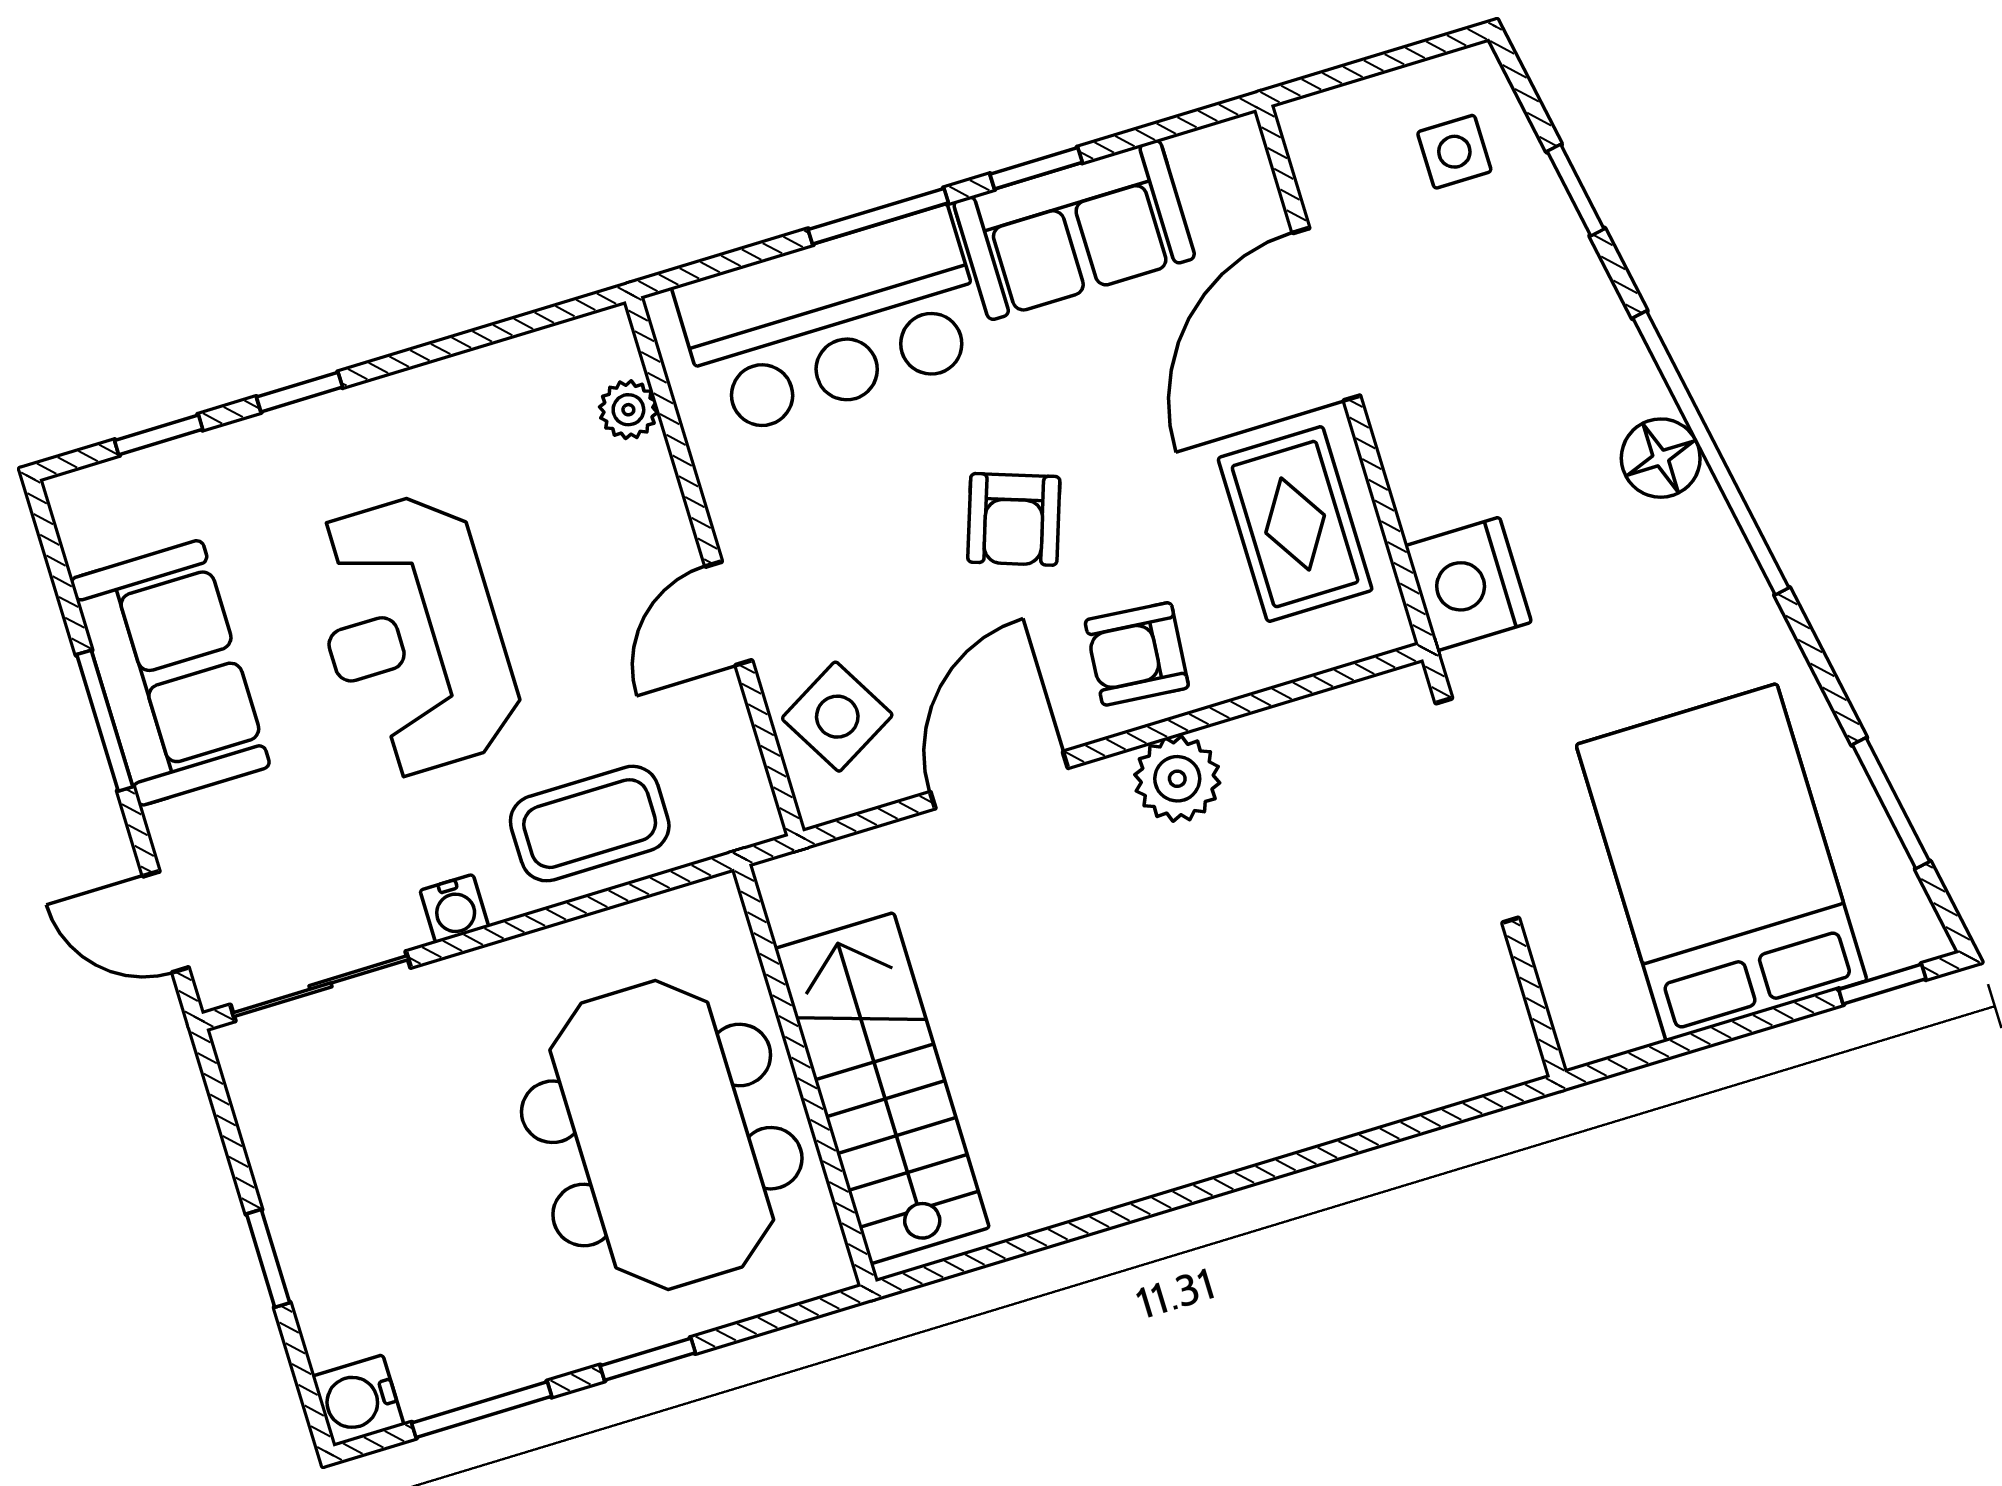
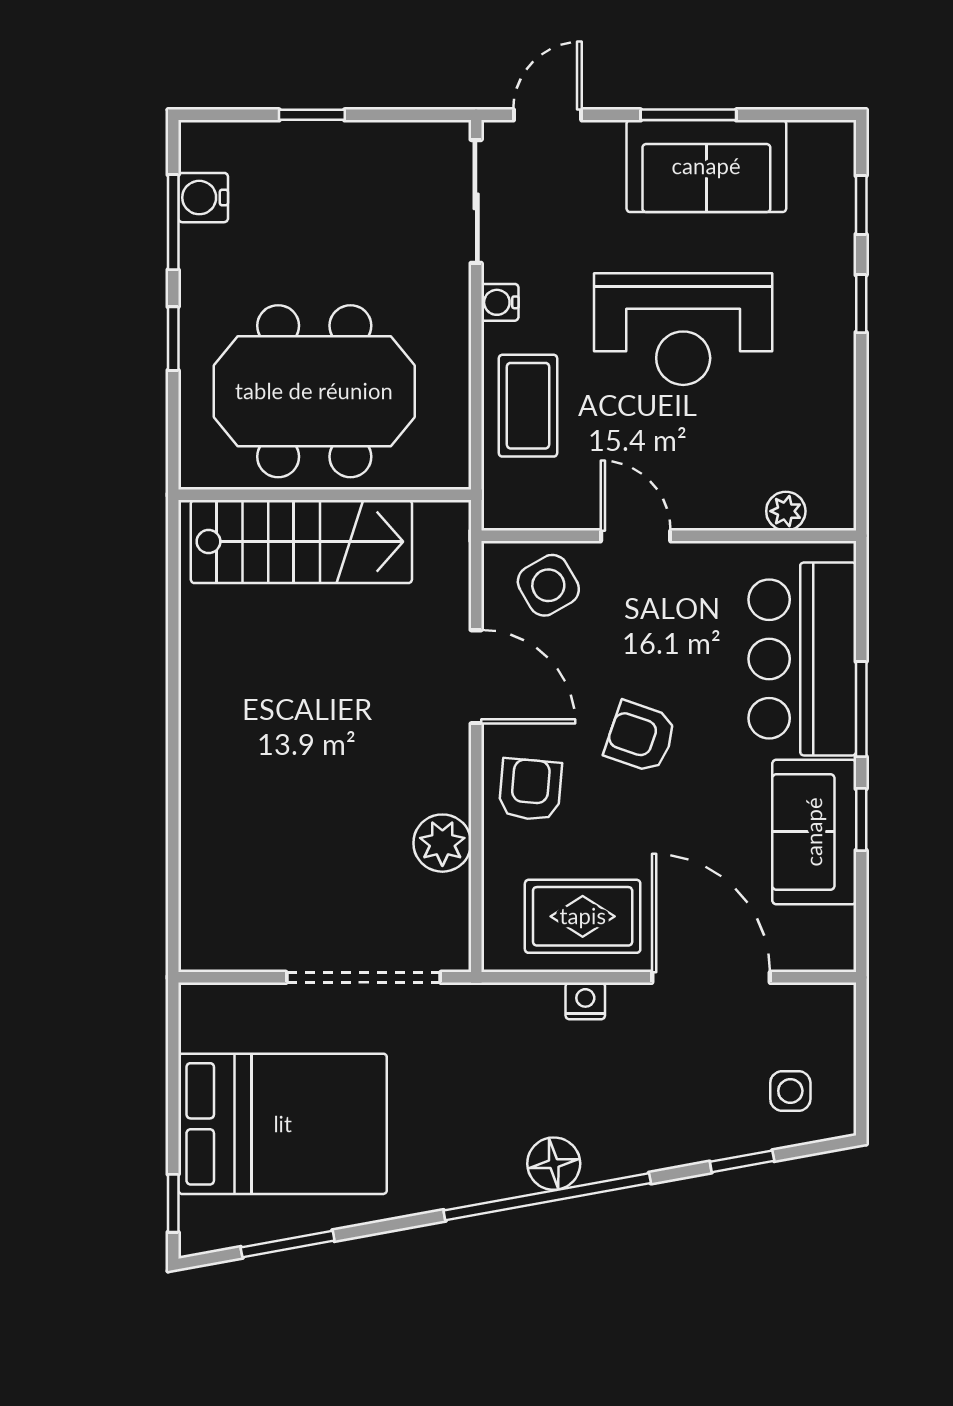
nightstand: (1468, 584) -> (585, 1001), moved, width x0.53, depth x0.56
reception desk: (413, 635) -> (683, 329), turned 180
plant: (1177, 779) -> (442, 843), moved
water cooler: (358, 1401) -> (203, 198), moved, turned -90

